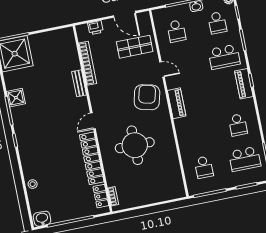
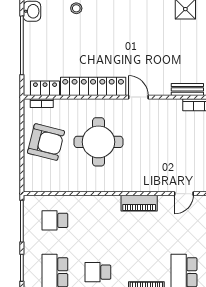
armchair: (147, 97) -> (46, 142), moved

